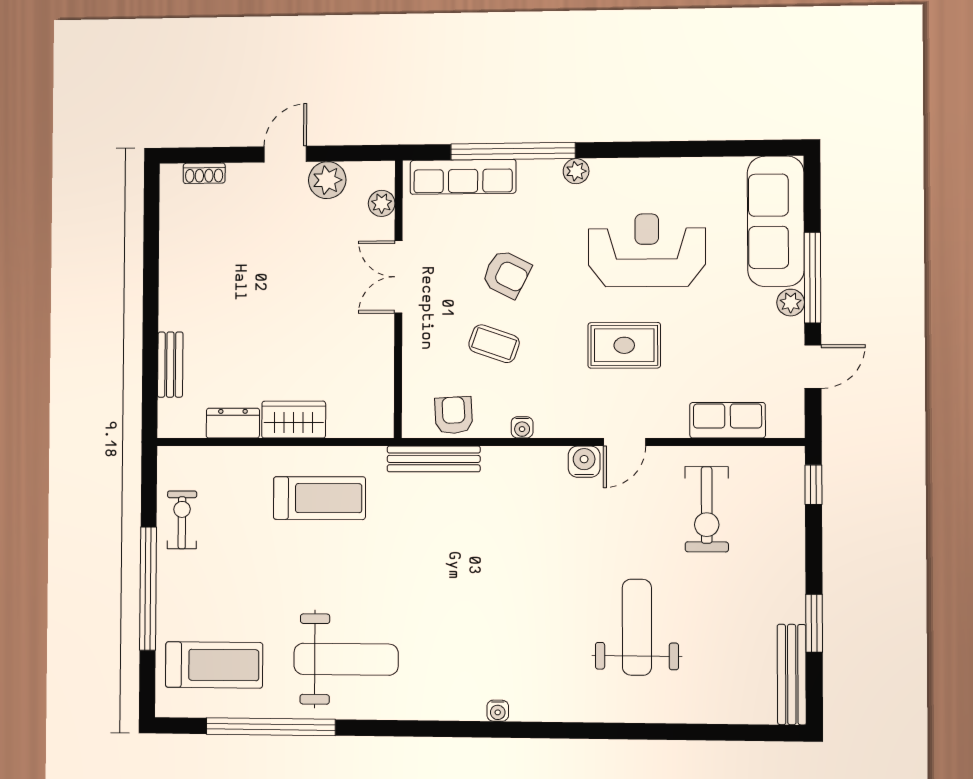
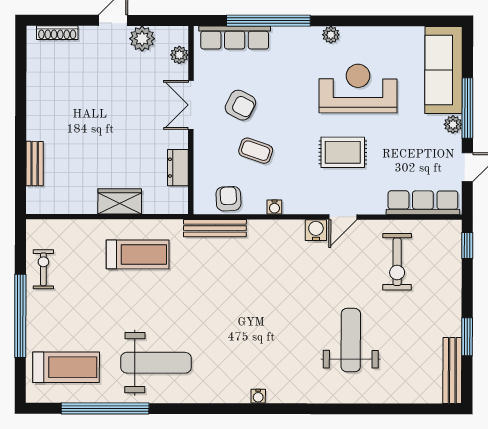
plant: (576, 171) -> (331, 35), moved
shoe rack: (204, 173) -> (57, 33), width x1.43
armchair: (506, 274) -> (240, 105), moved
row of seats: (728, 420) -> (423, 203), width x1.48
dresser: (233, 423) -> (178, 168), moved, turned -90

